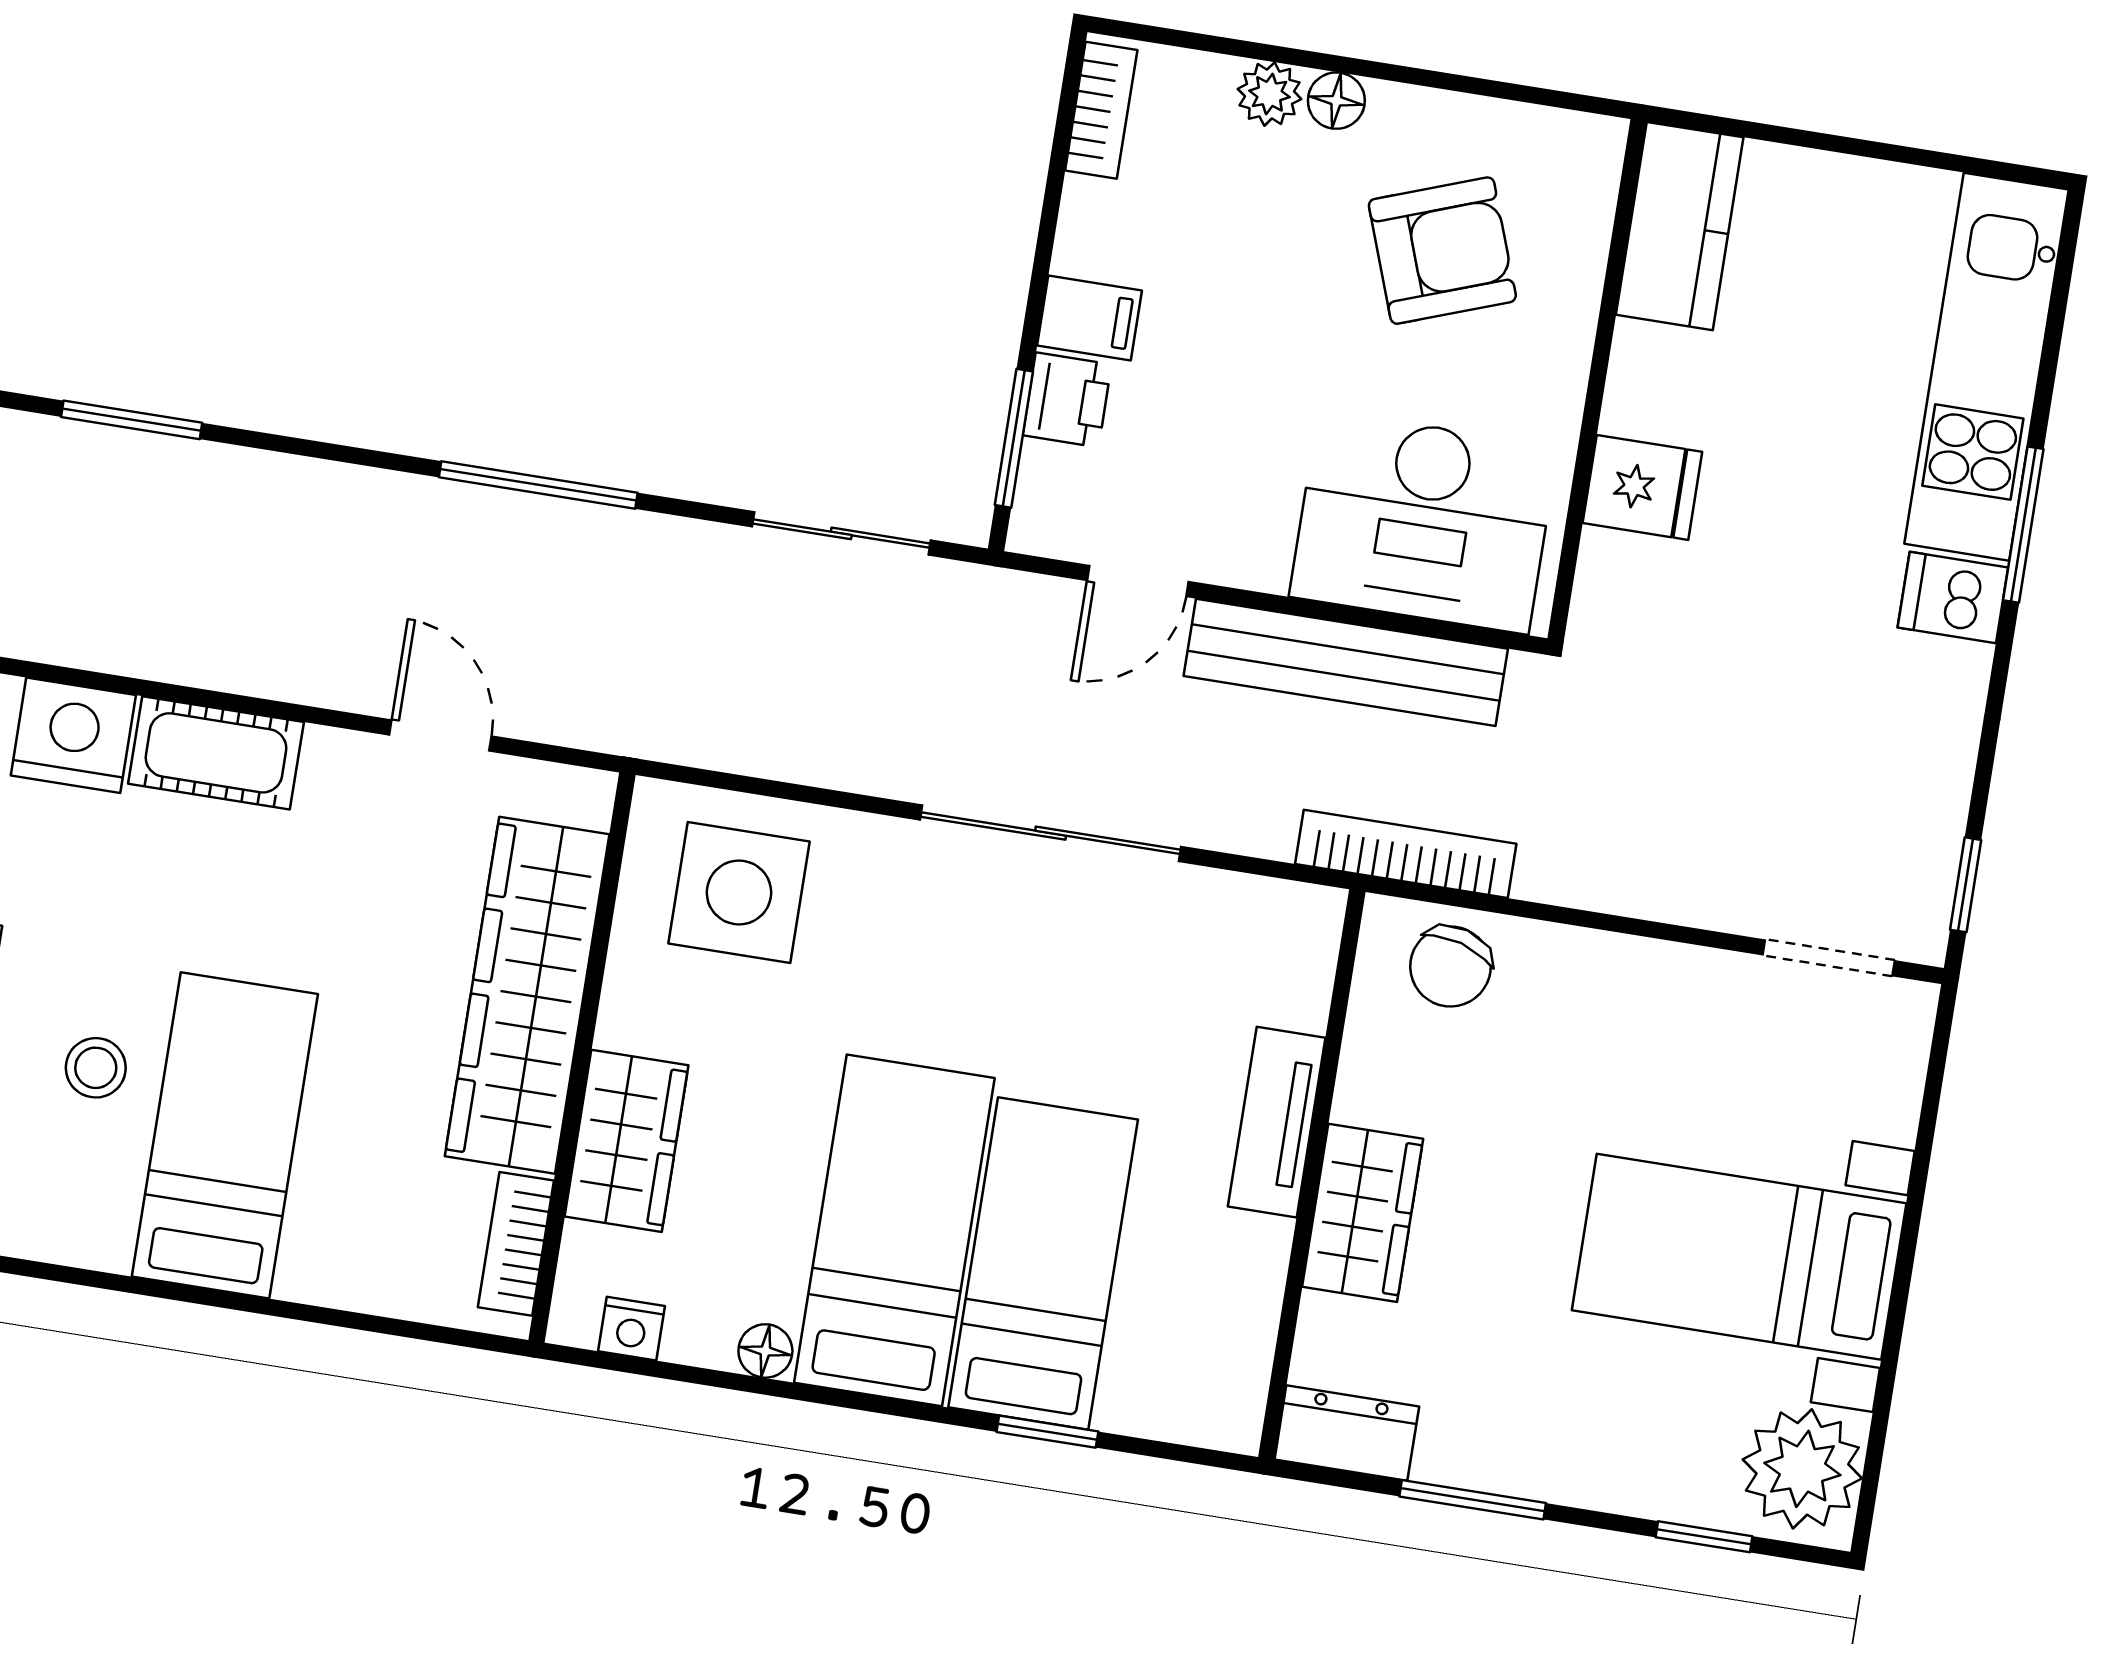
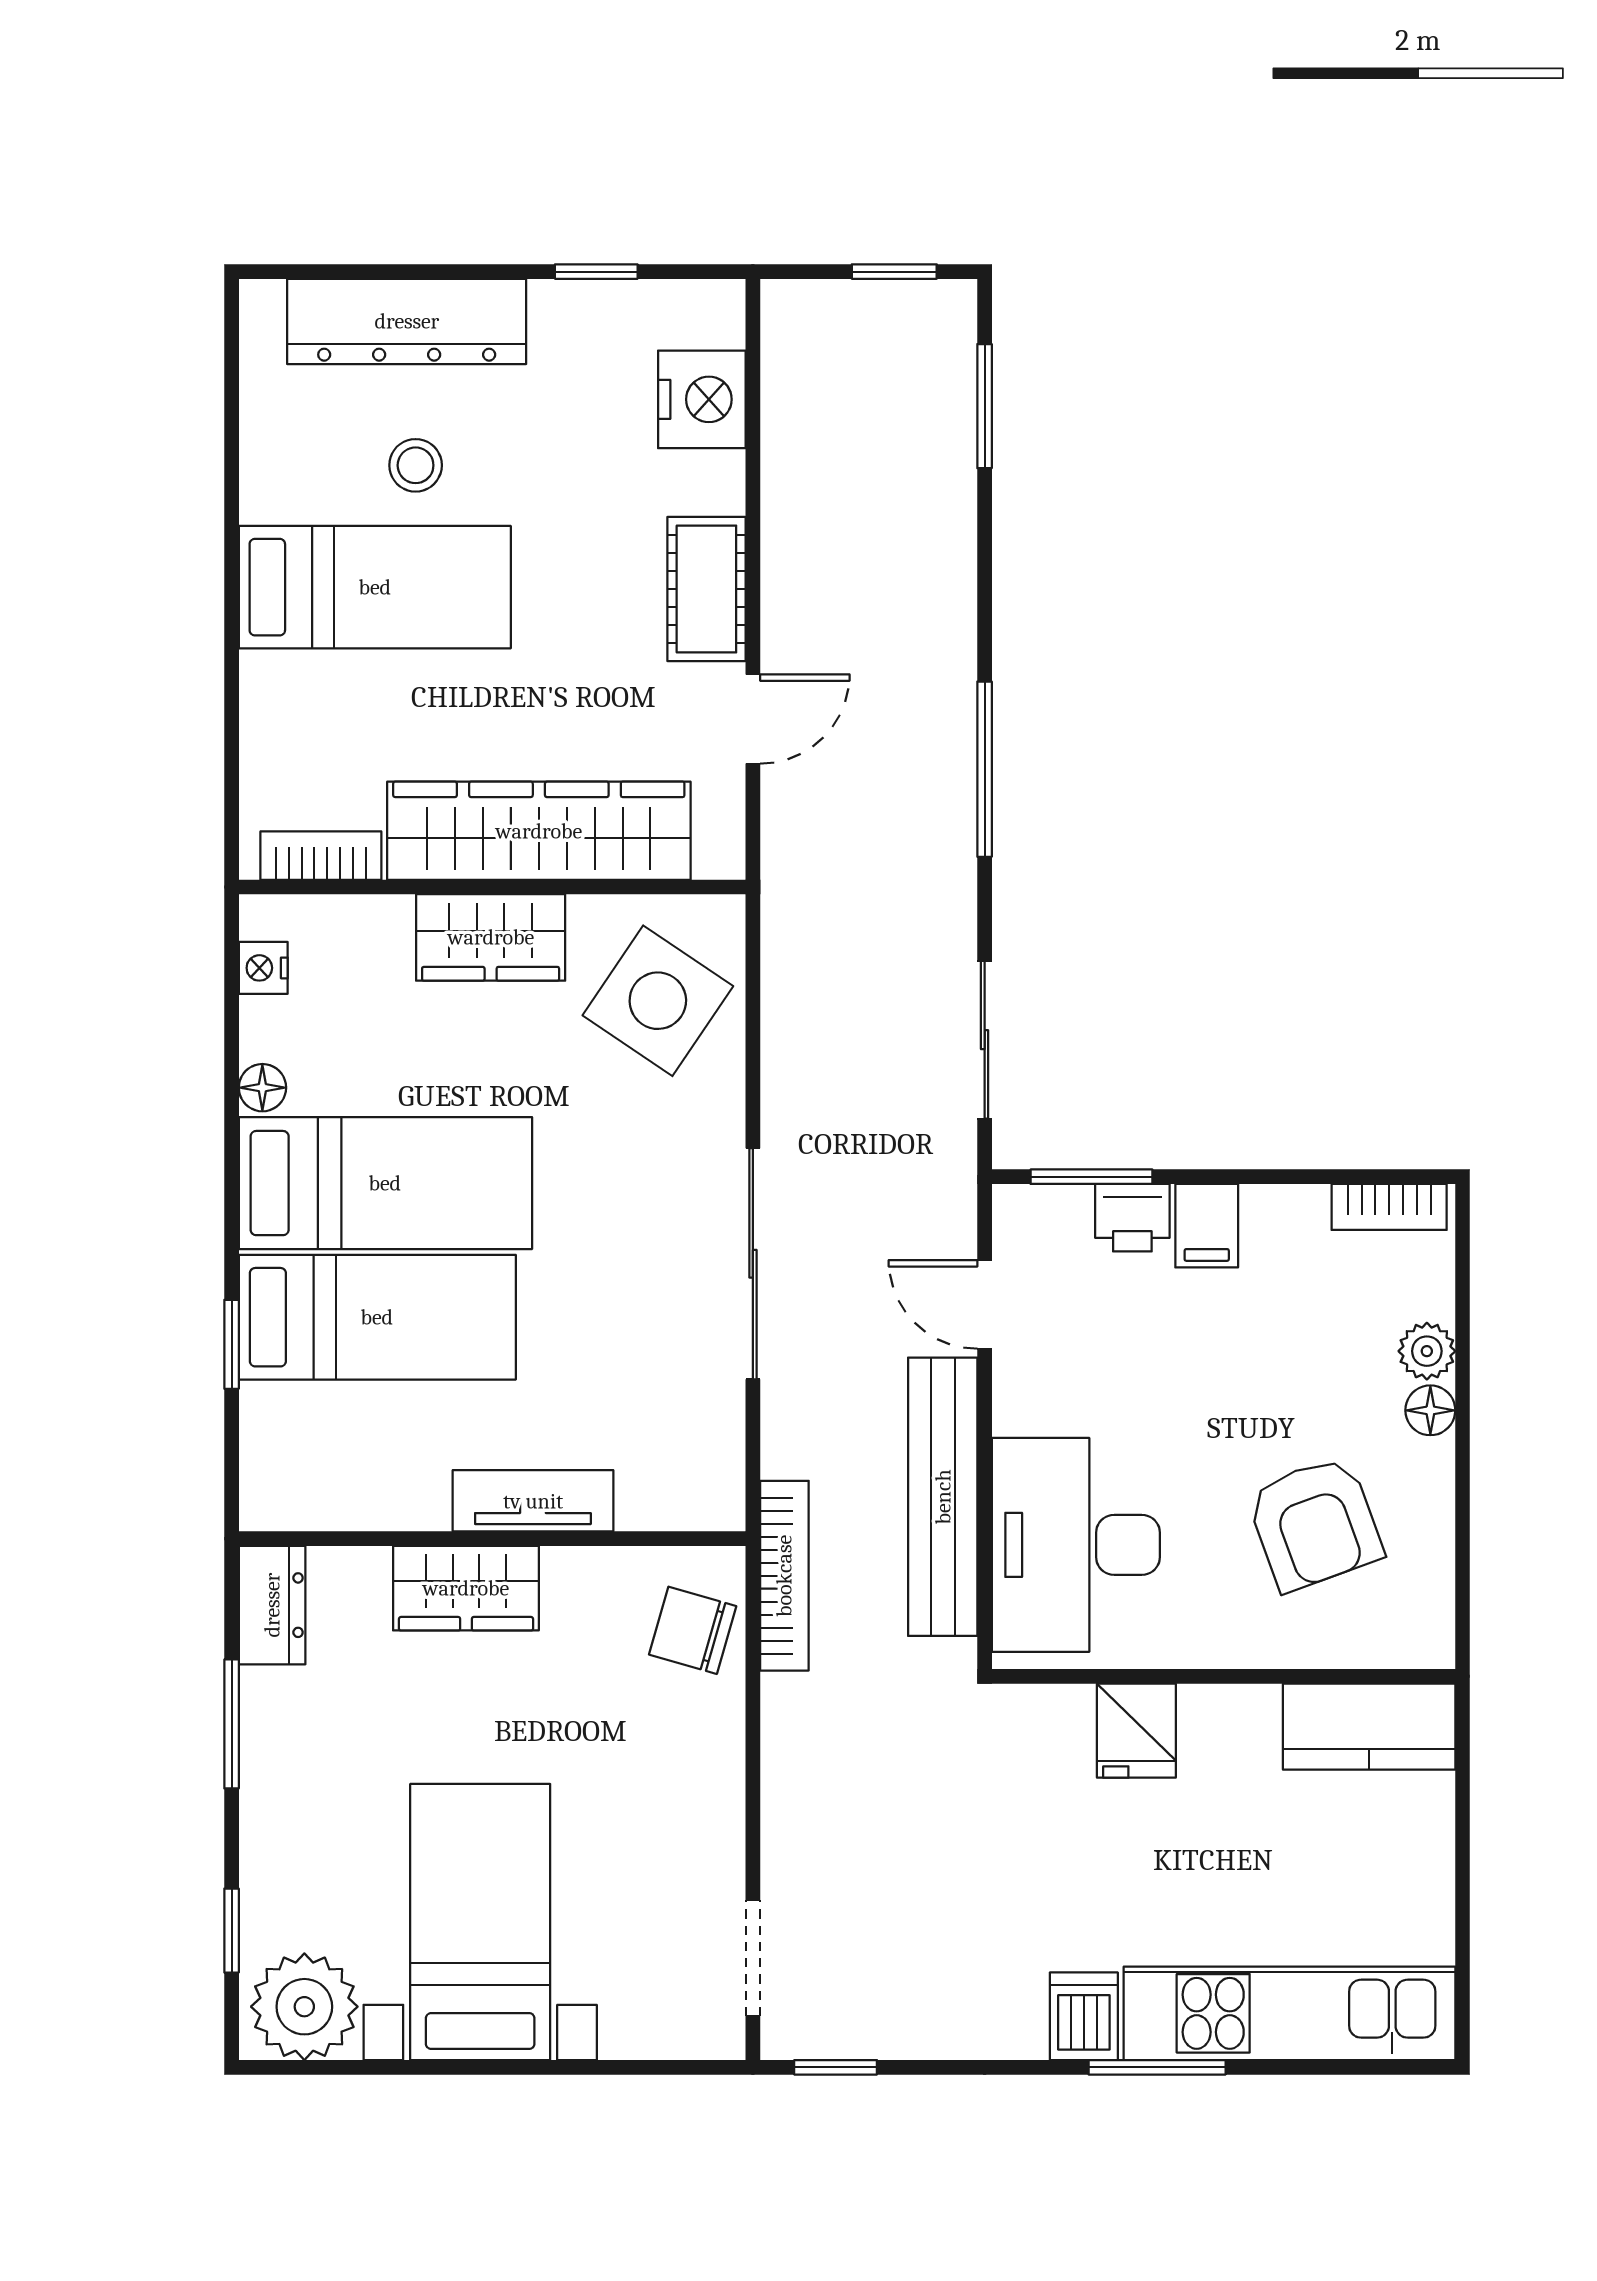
cot: (216, 753) -> (706, 589), moved
side table: (739, 892) -> (658, 1001), turned 34
wardrobe: (627, 1141) -> (491, 937), moved

